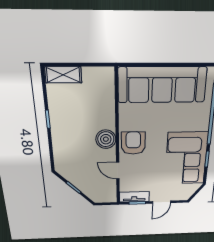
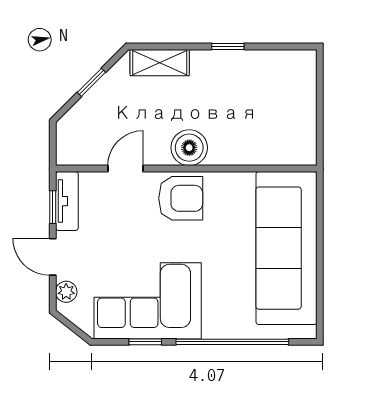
shelving: (63, 75) -> (160, 63), moved, turned 90
plant: (179, 196) -> (66, 292), added

